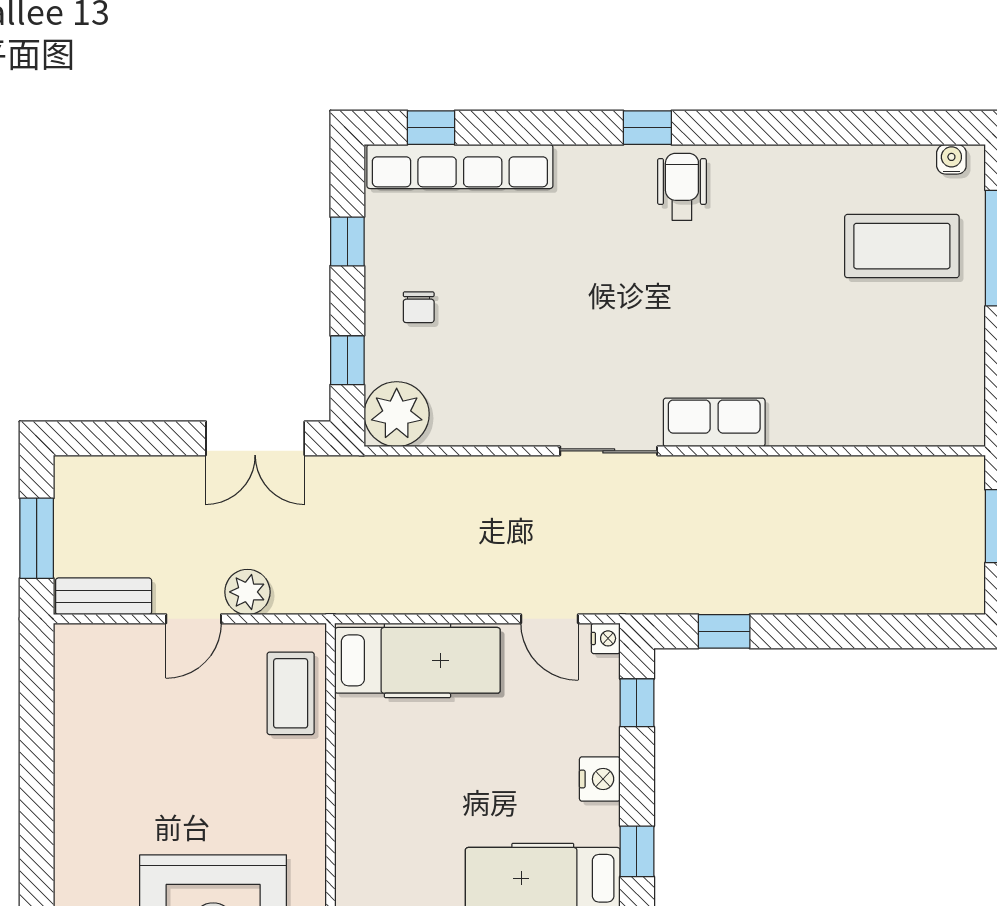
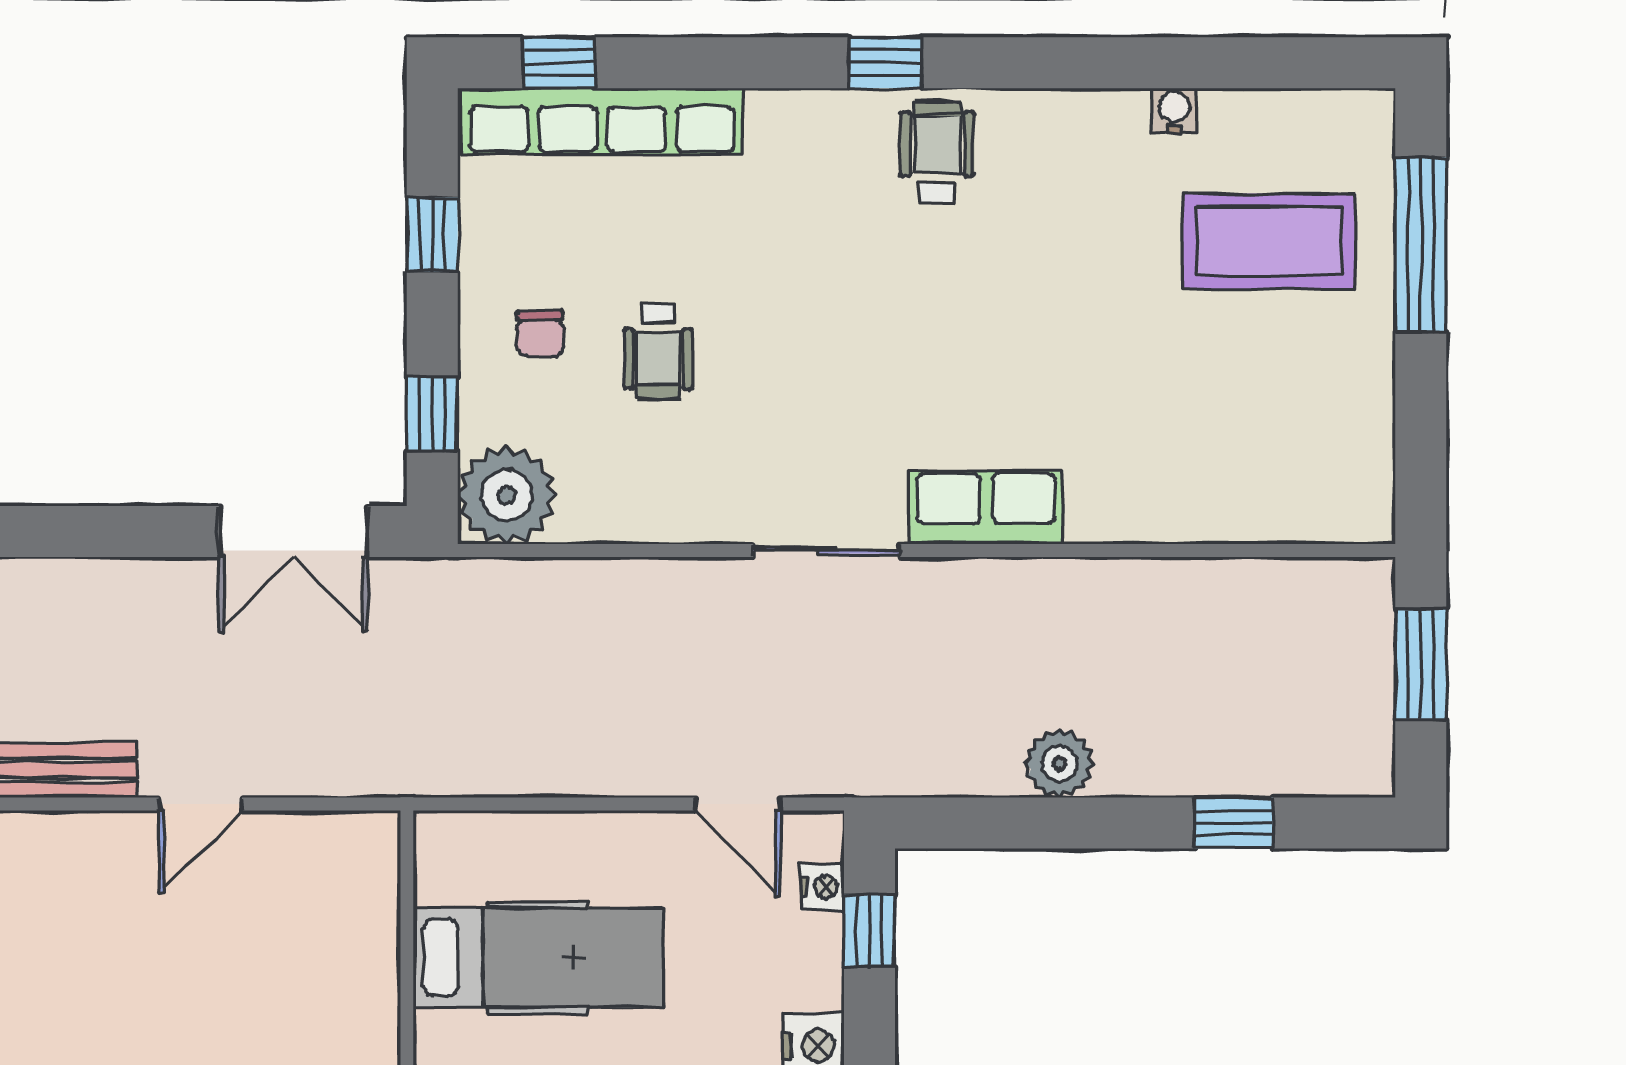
water cooler: (951, 159) -> (1174, 110), moved
wheelchair: (497, 319) -> (658, 351), added
plant: (247, 592) -> (1059, 764), moved
window: (724, 631) -> (1234, 823), moved
nightstand: (606, 638) -> (822, 887), moved
hospital bed: (417, 660) -> (538, 958), moved
coffee table: (291, 693) -> (347, 916), removed

